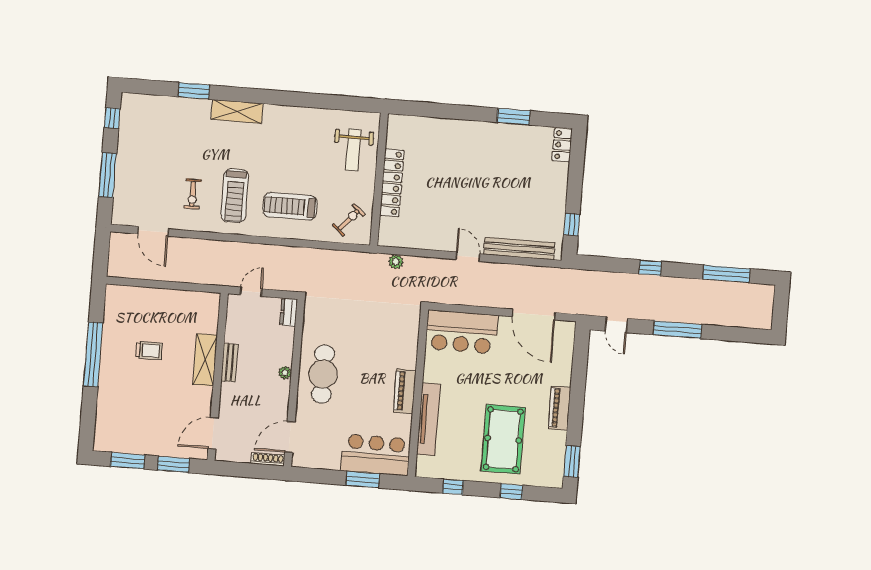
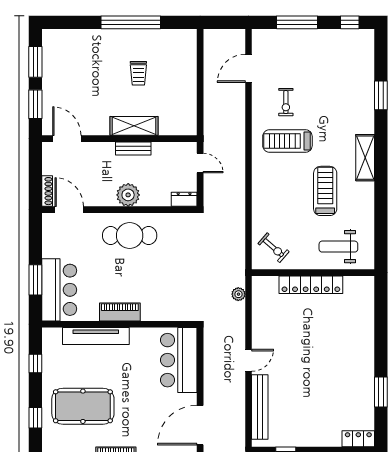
shelving: (237, 111) -> (365, 158), moved
exercise bike: (193, 194) -> (286, 102), turned -90
treadmill: (290, 206) -> (325, 191), moved
plant: (285, 373) -> (128, 195), width x1.88, depth x1.88

